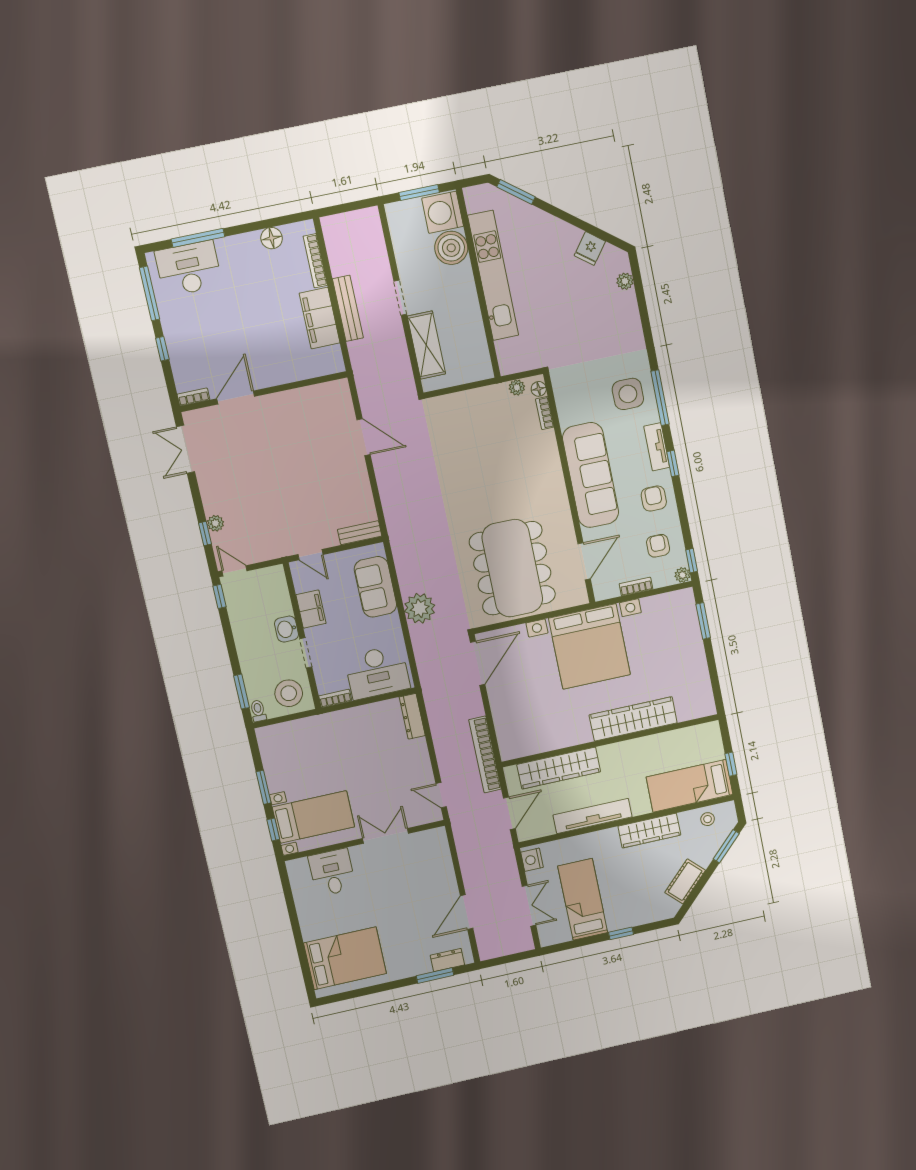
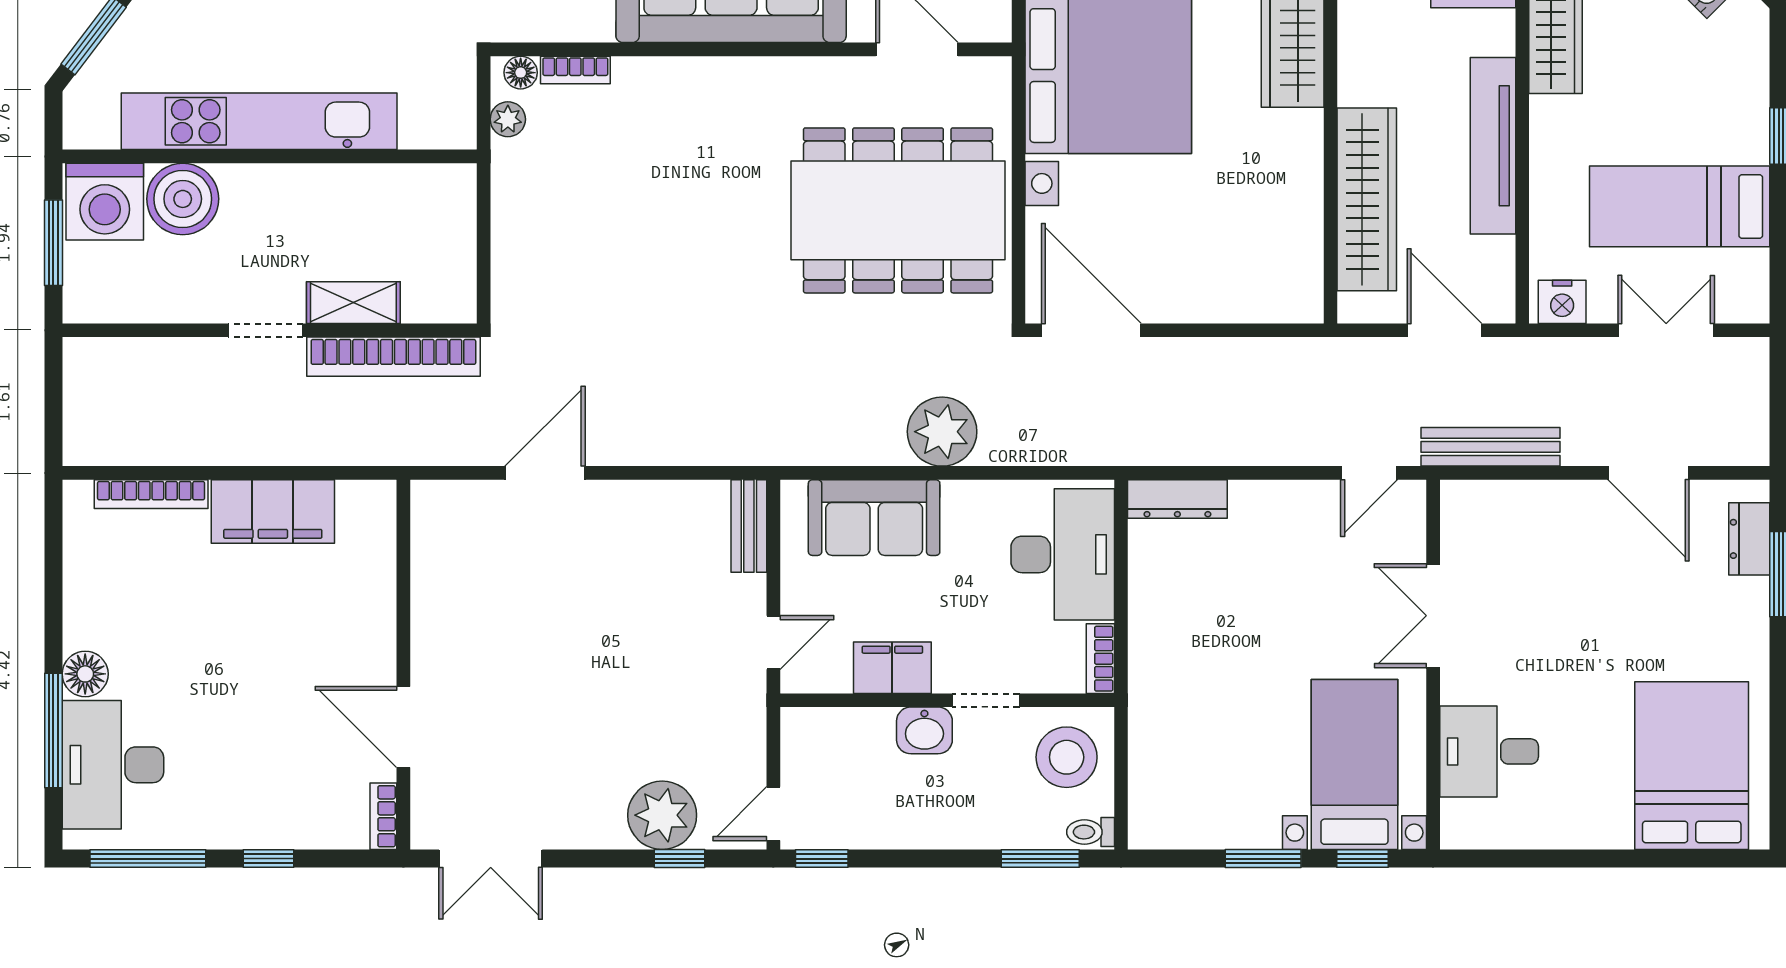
floor lamp: (272, 238) -> (85, 674), moved
bench: (348, 308) -> (1491, 447), moved
shelving: (426, 345) -> (353, 303), width x0.67, depth x0.75
plant: (215, 523) -> (662, 815), width x1.88, depth x1.88
bookcase: (485, 754) -> (393, 357), moved

